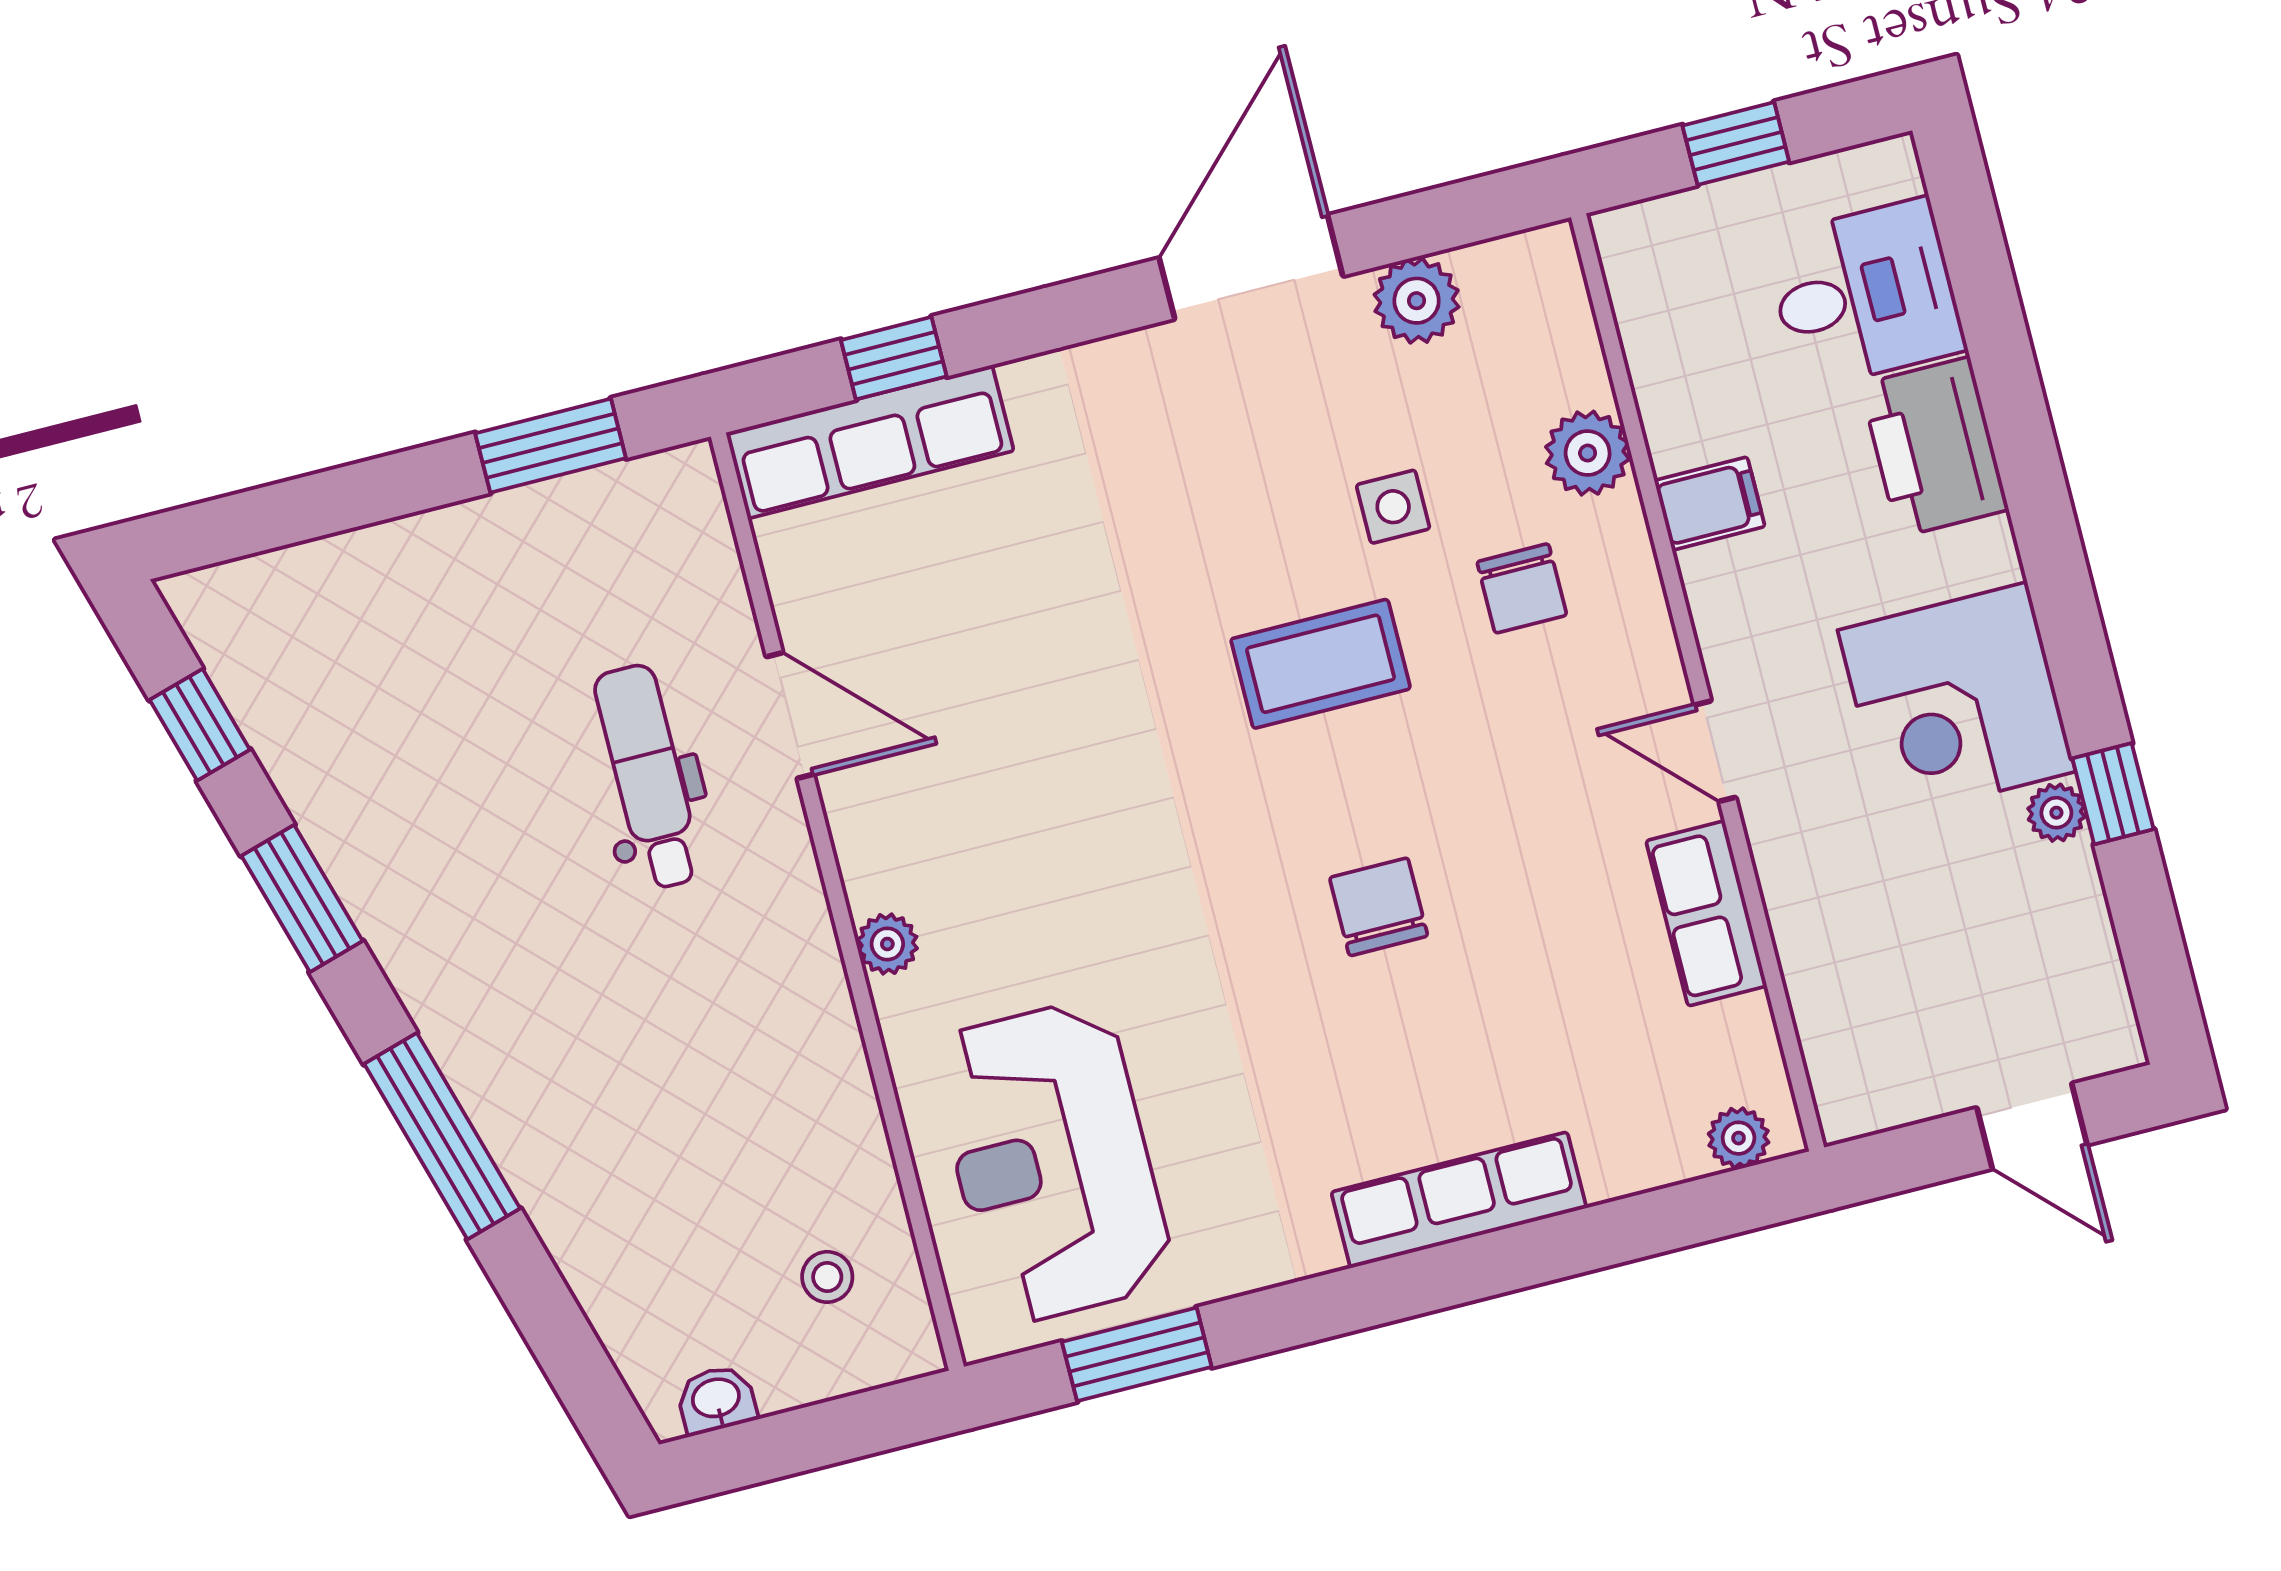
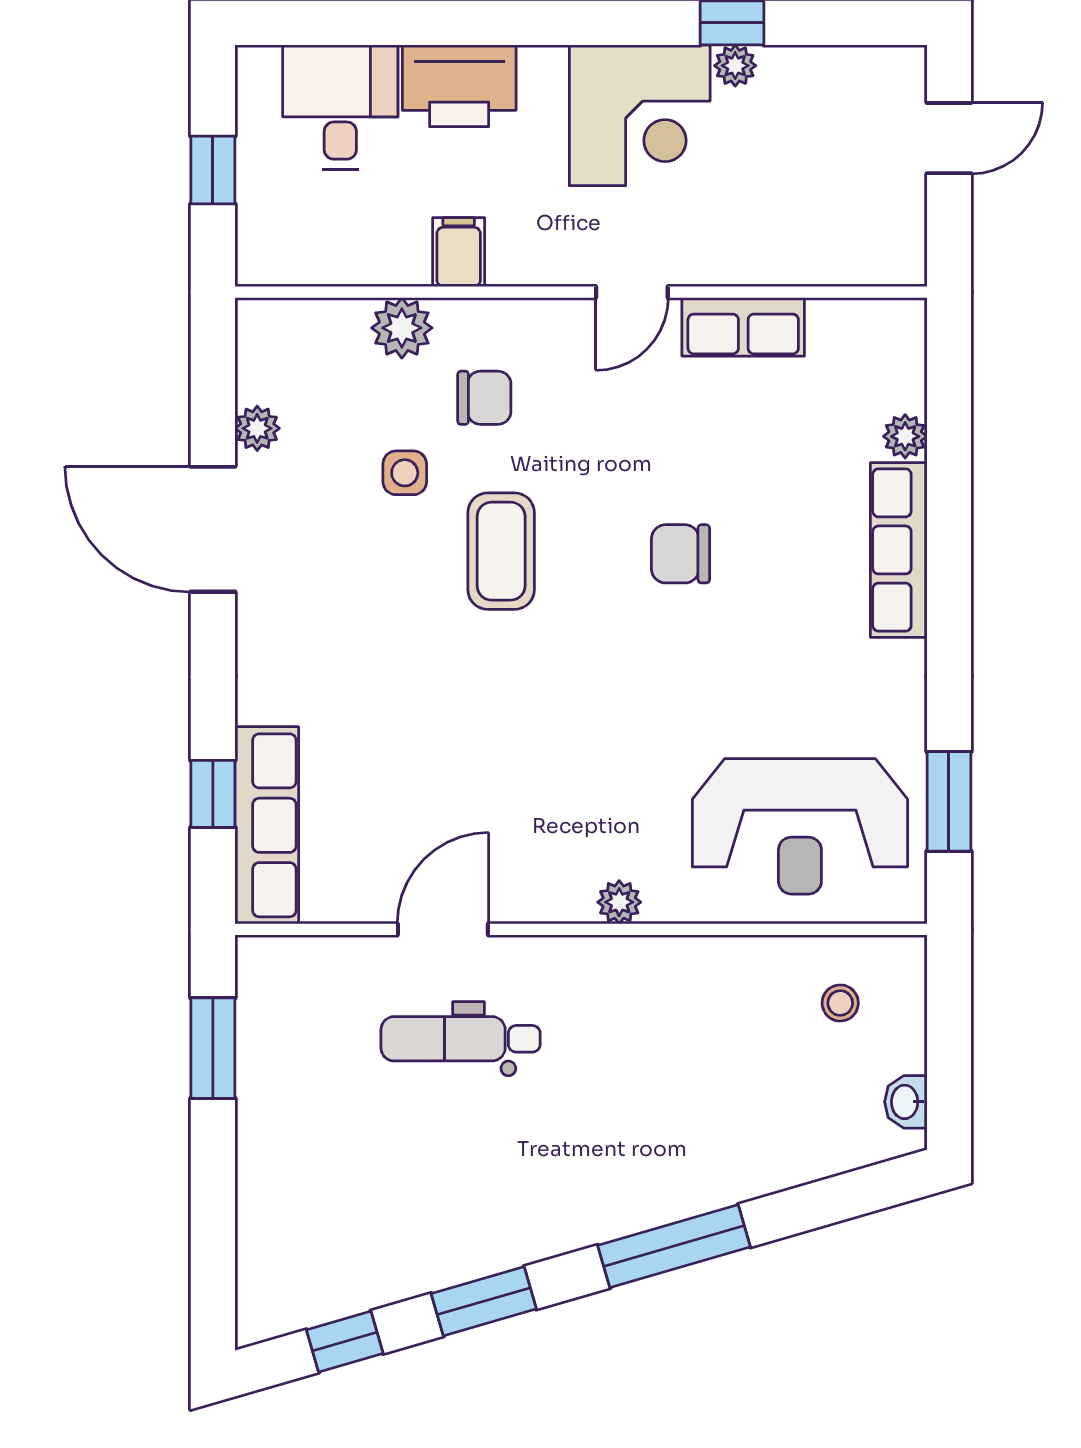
plant: (1417, 301) -> (257, 428), width x0.73, depth x0.73
plant: (1739, 1138) -> (905, 436), moved

